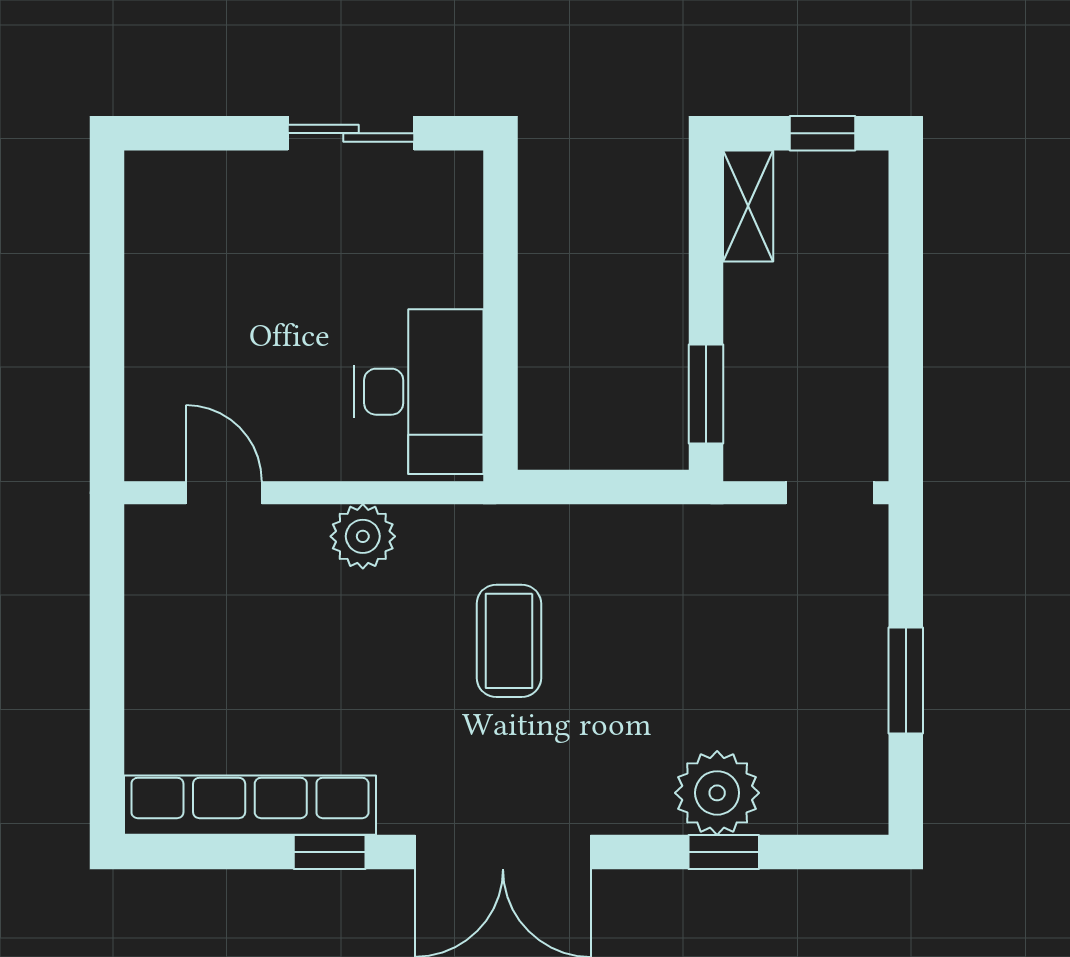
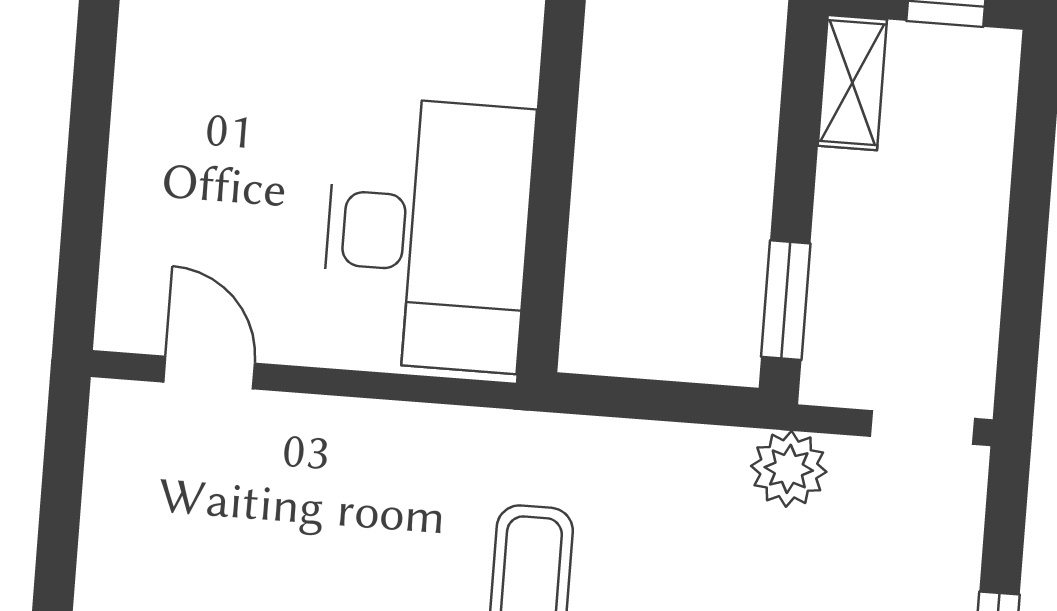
desk: (419, 392) -> (427, 234), width x1.36, depth x1.30
plant: (363, 536) -> (789, 469), moved

